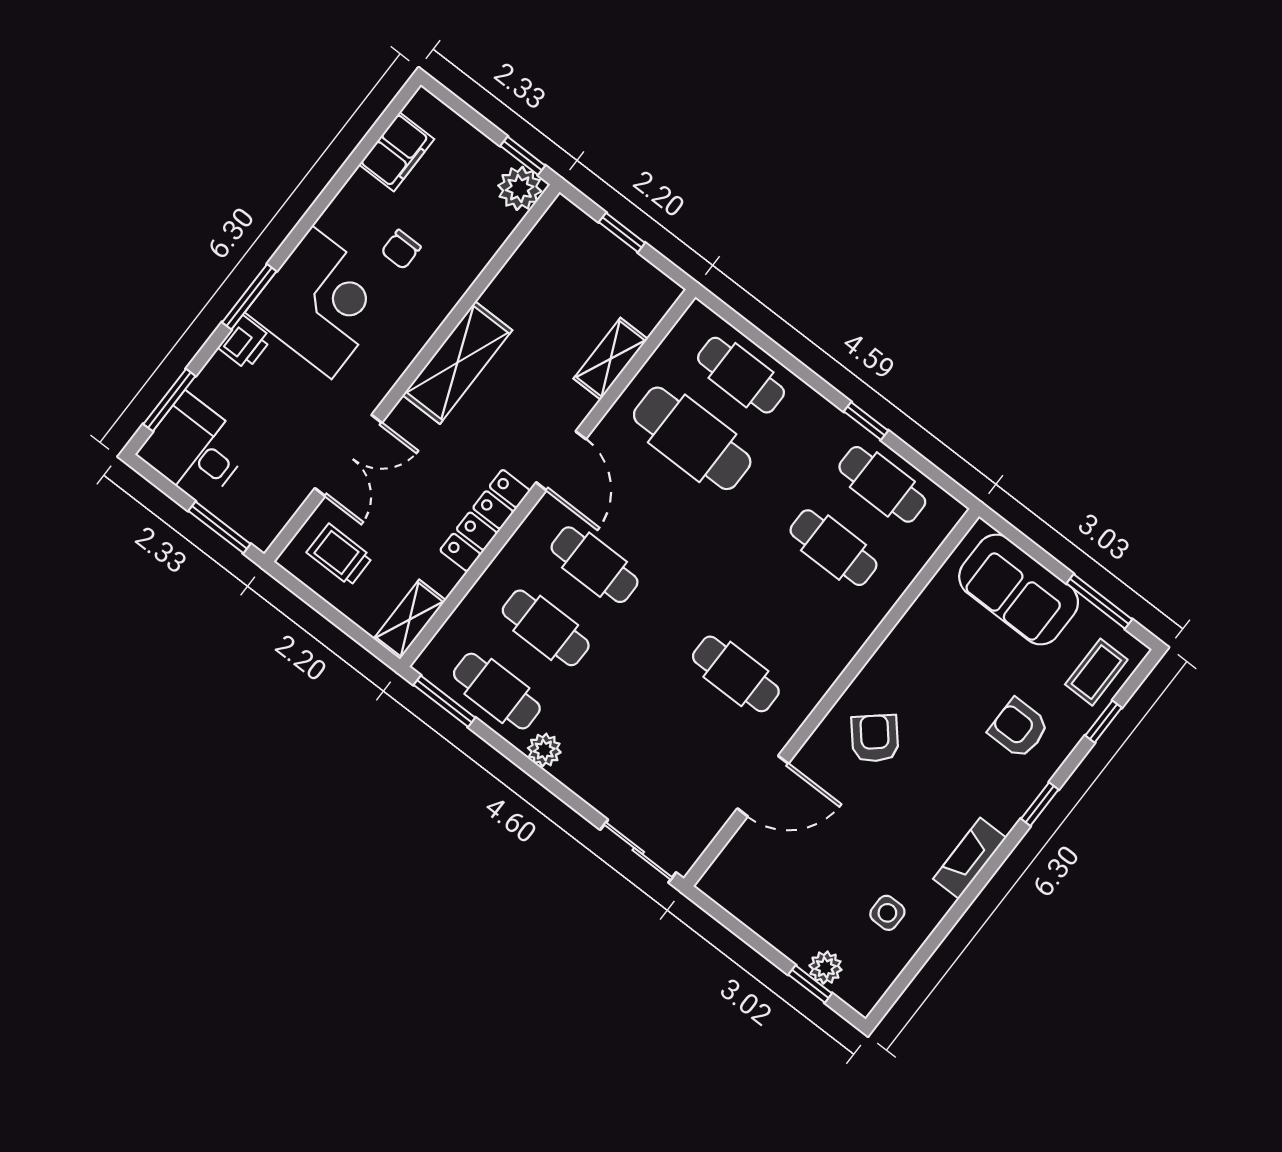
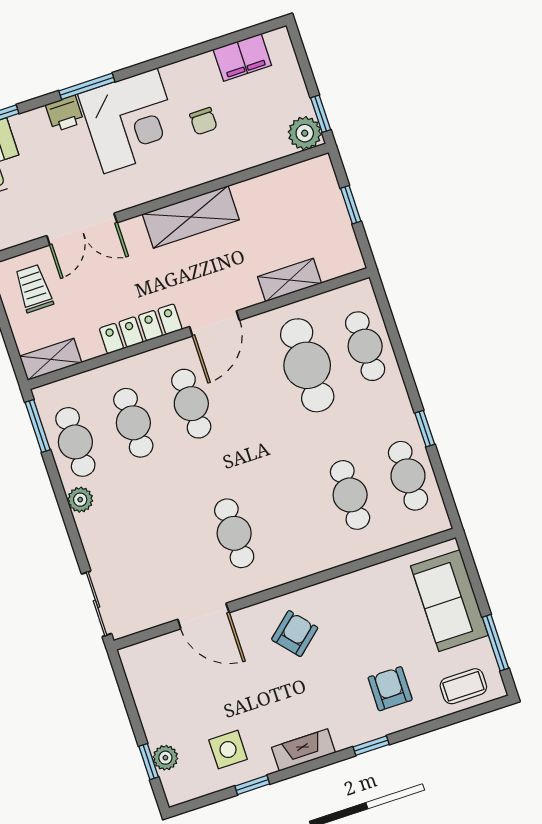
chair: (401, 249) -> (203, 121), turned -90
window: (1104, 722) -> (252, 785), moved
side table: (887, 913) -> (228, 750), width x1.37, depth x1.37

